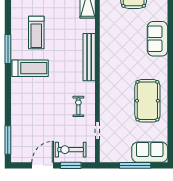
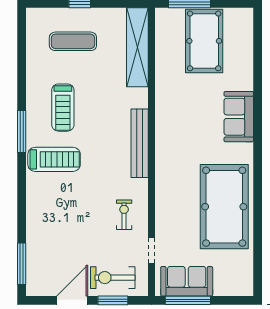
pool table: (147, 101) -> (224, 207), width x1.36, depth x1.32
sofa: (150, 152) -> (187, 281), moved
window: (135, 165) -> (188, 300), moved

